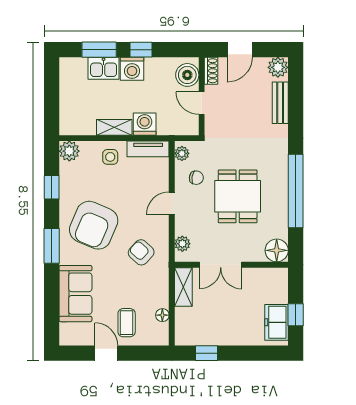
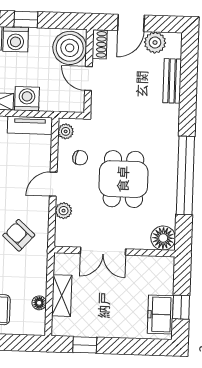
plant: (278, 67) -> (155, 43), moved
boiler: (187, 75) -> (70, 48), width x1.37, depth x1.37
plant: (182, 244) -> (64, 211), moved
shelving: (183, 287) -> (62, 296), moved

